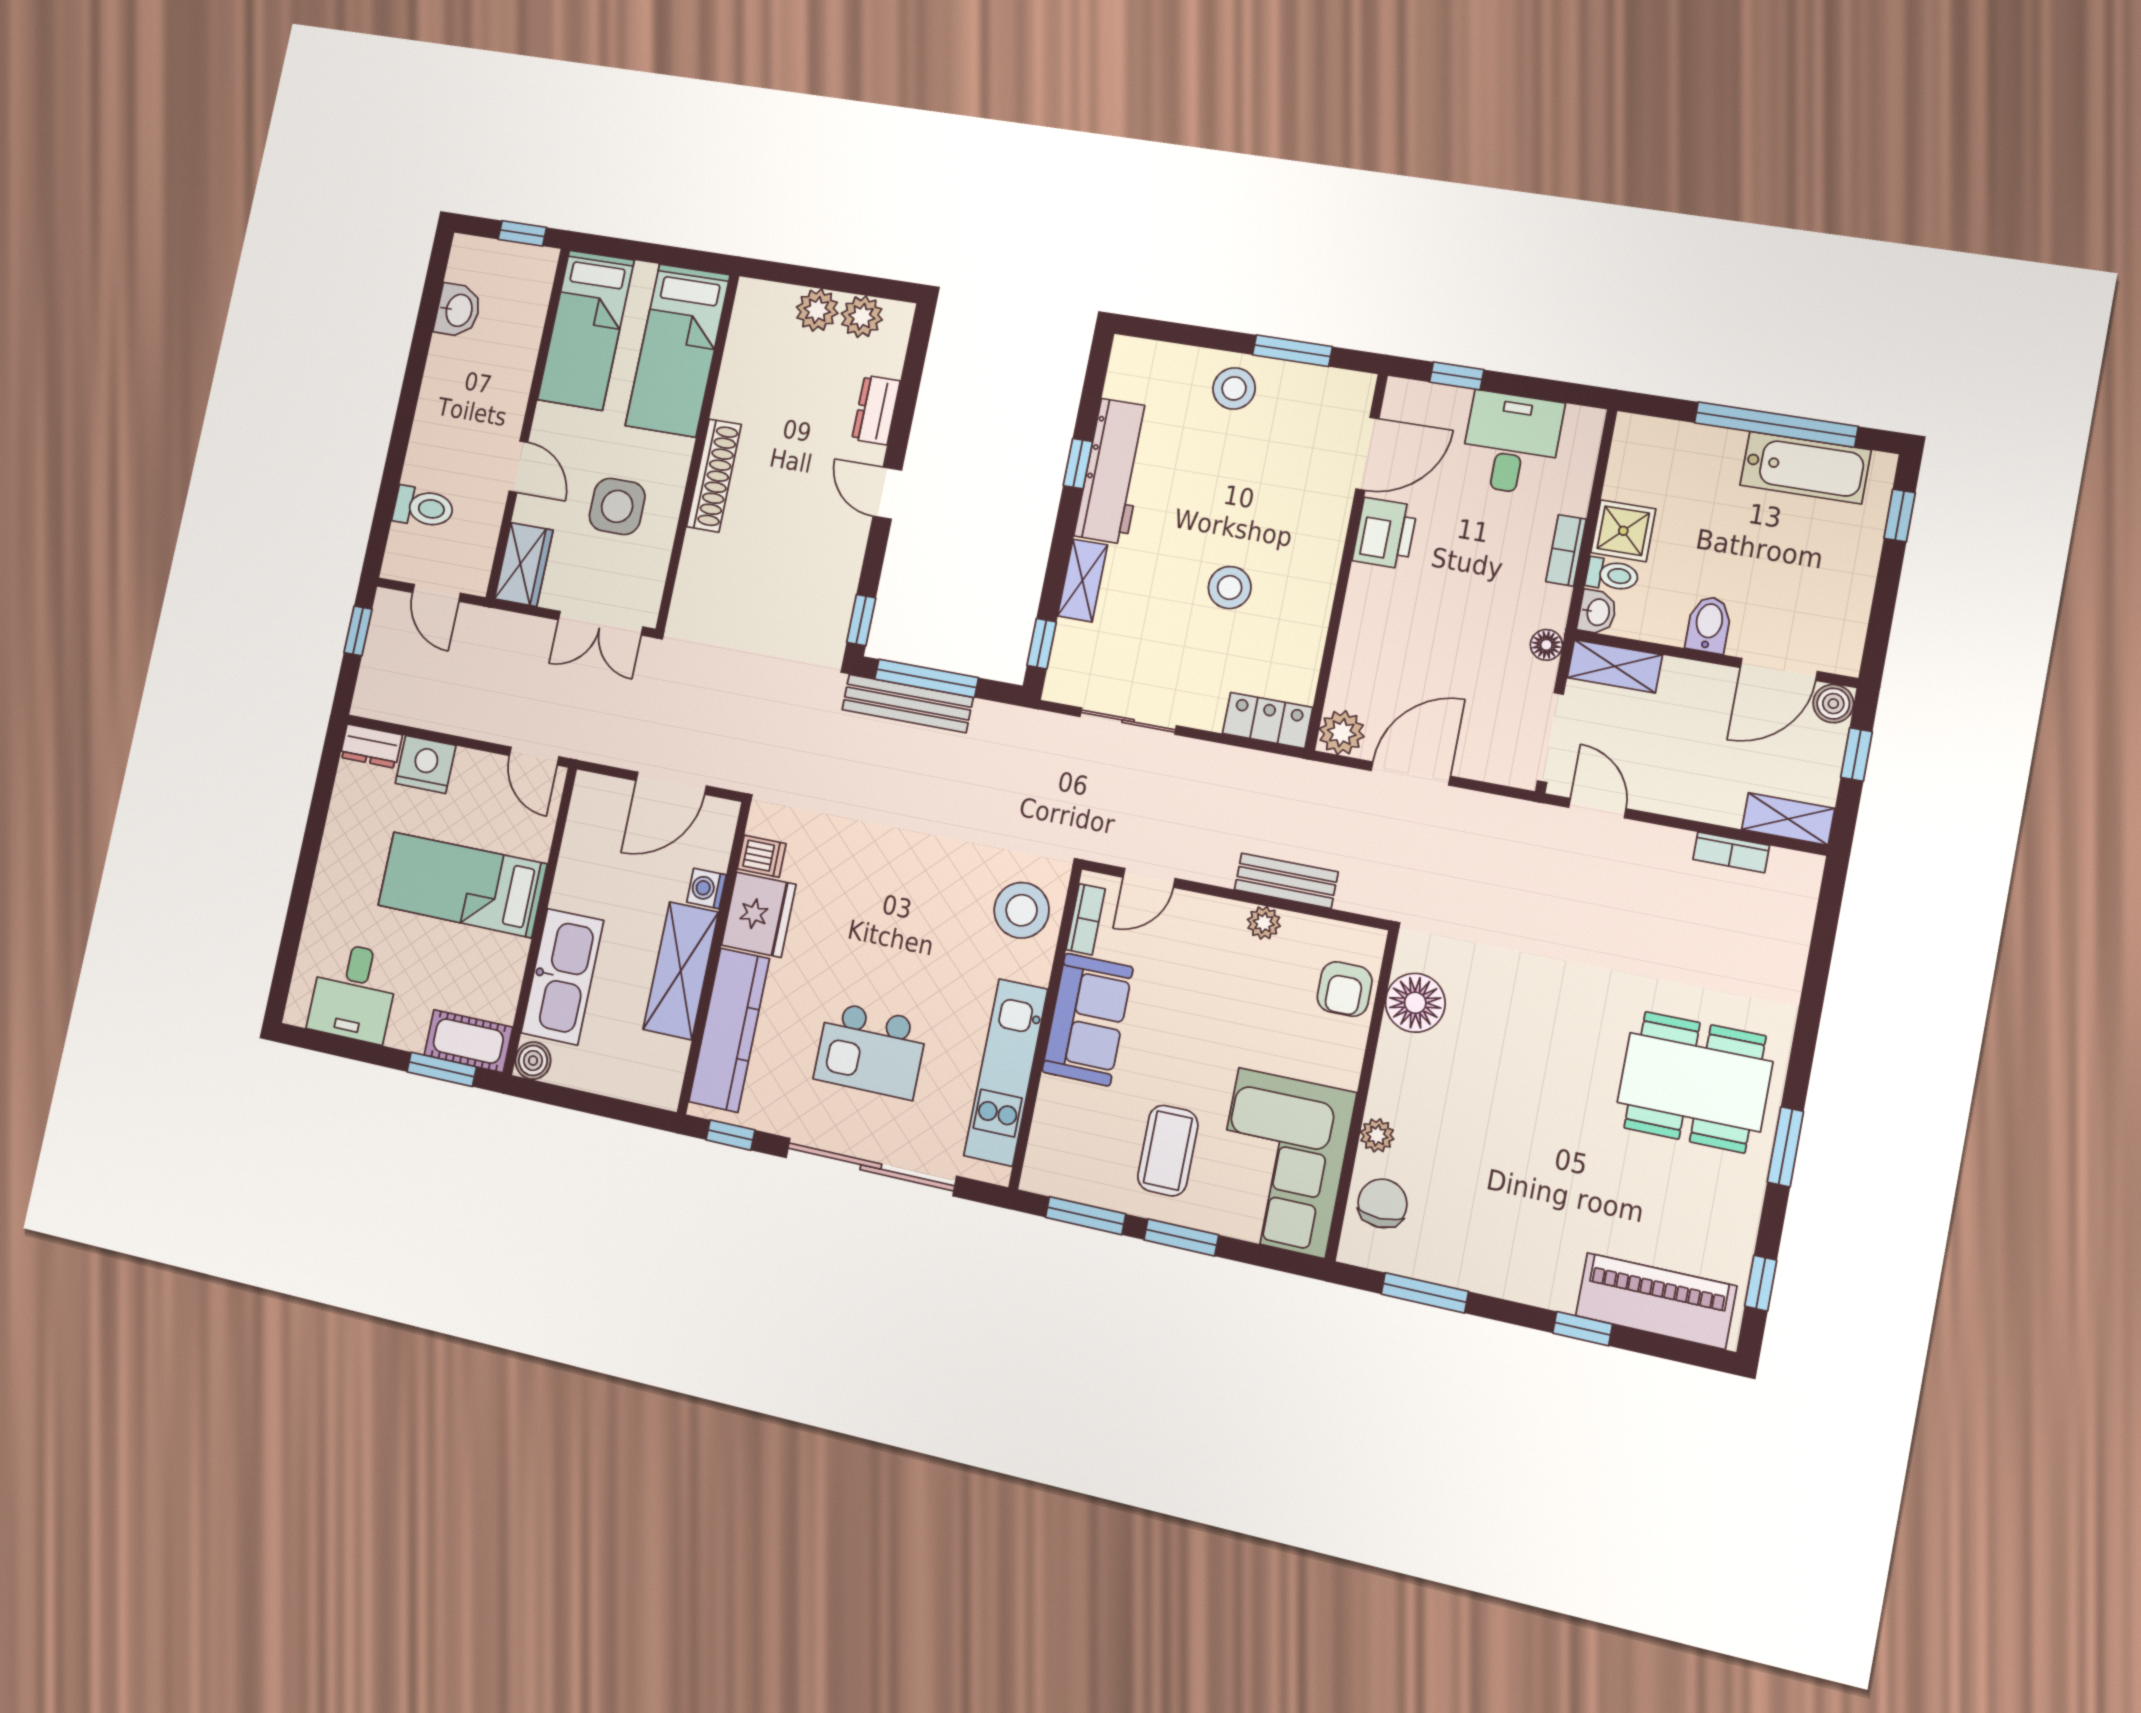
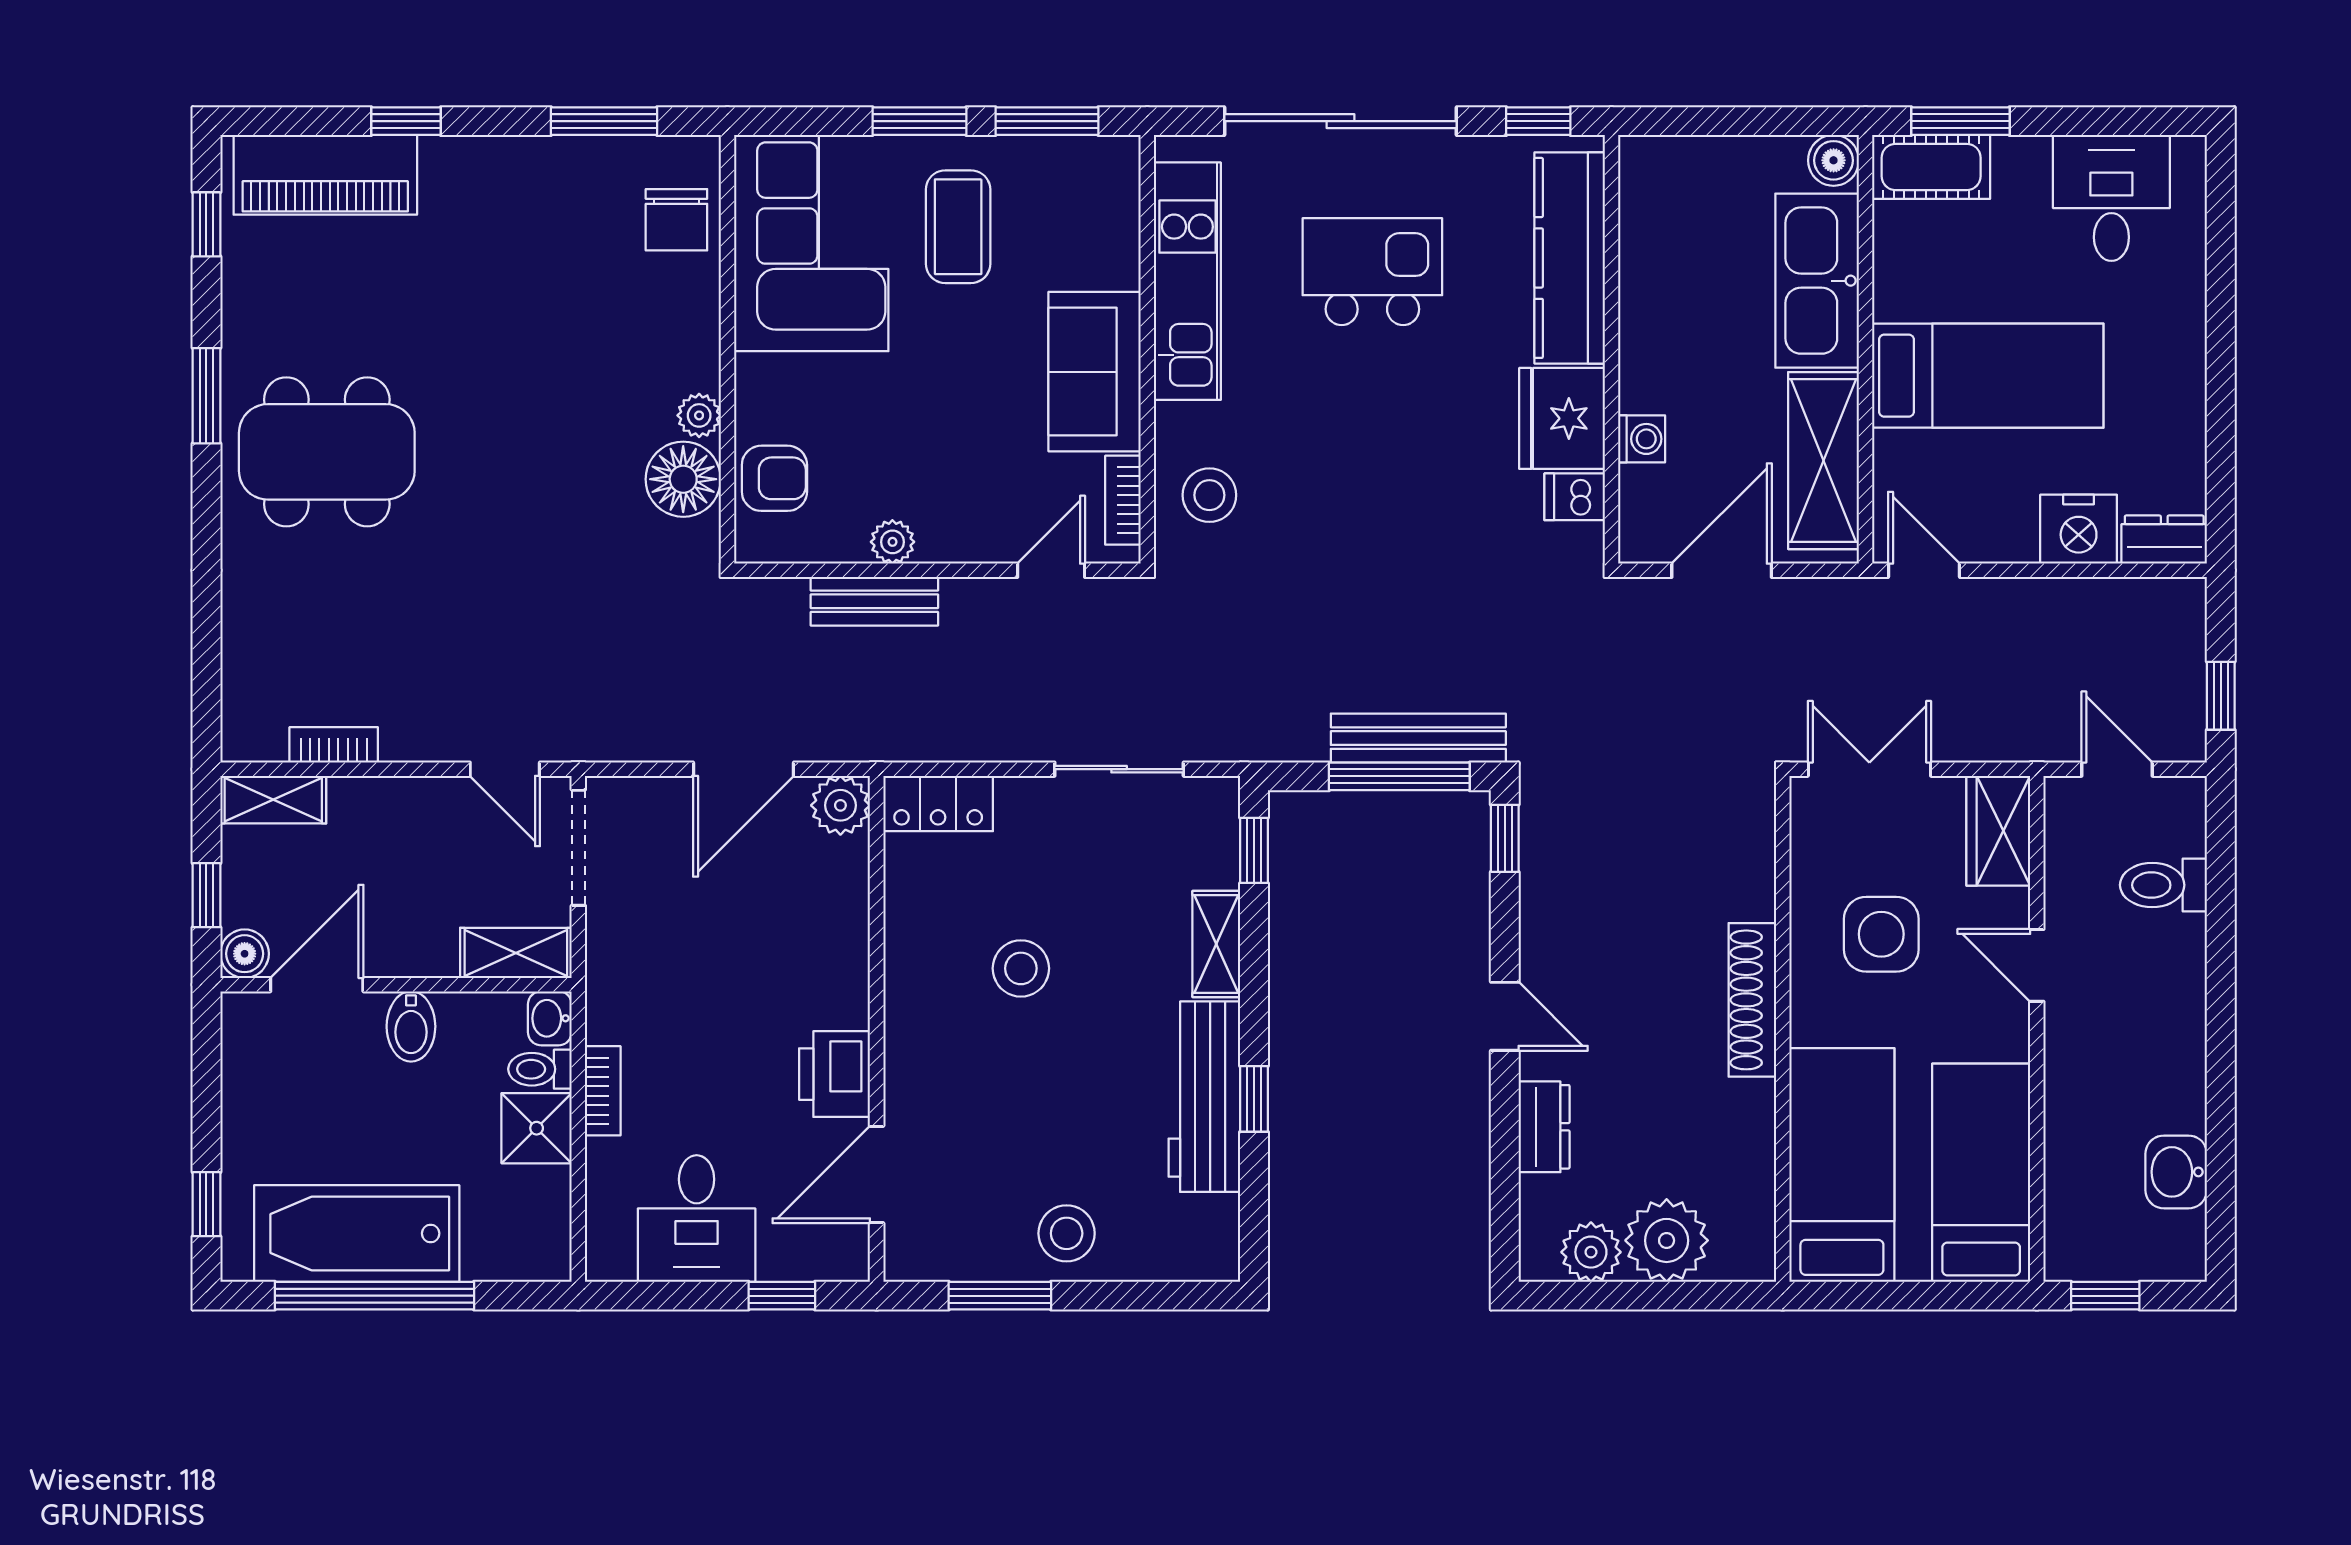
plant: (817, 310) -> (1667, 1240), width x1.36, depth x1.36
bathtub: (1805, 468) -> (357, 1233), width x1.36, depth x1.36
floor lamp: (1546, 645) -> (605, 965), removed
stool: (1022, 910) -> (1209, 495), width x0.73, depth x0.73
shelving: (681, 971) -> (1824, 461), moved
armchair: (1345, 989) -> (774, 478), turned 90
plant: (1377, 1135) -> (699, 415), moved

